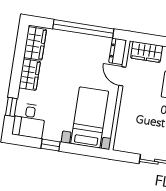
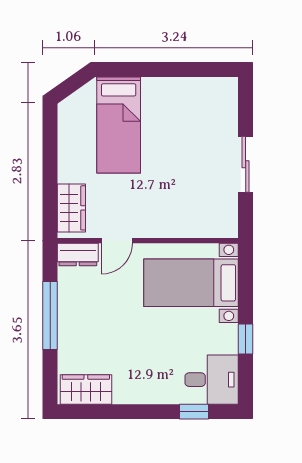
window: (83, 29) -> (50, 315), width x0.68
wardrobe: (30, 75) -> (138, 390), removed

